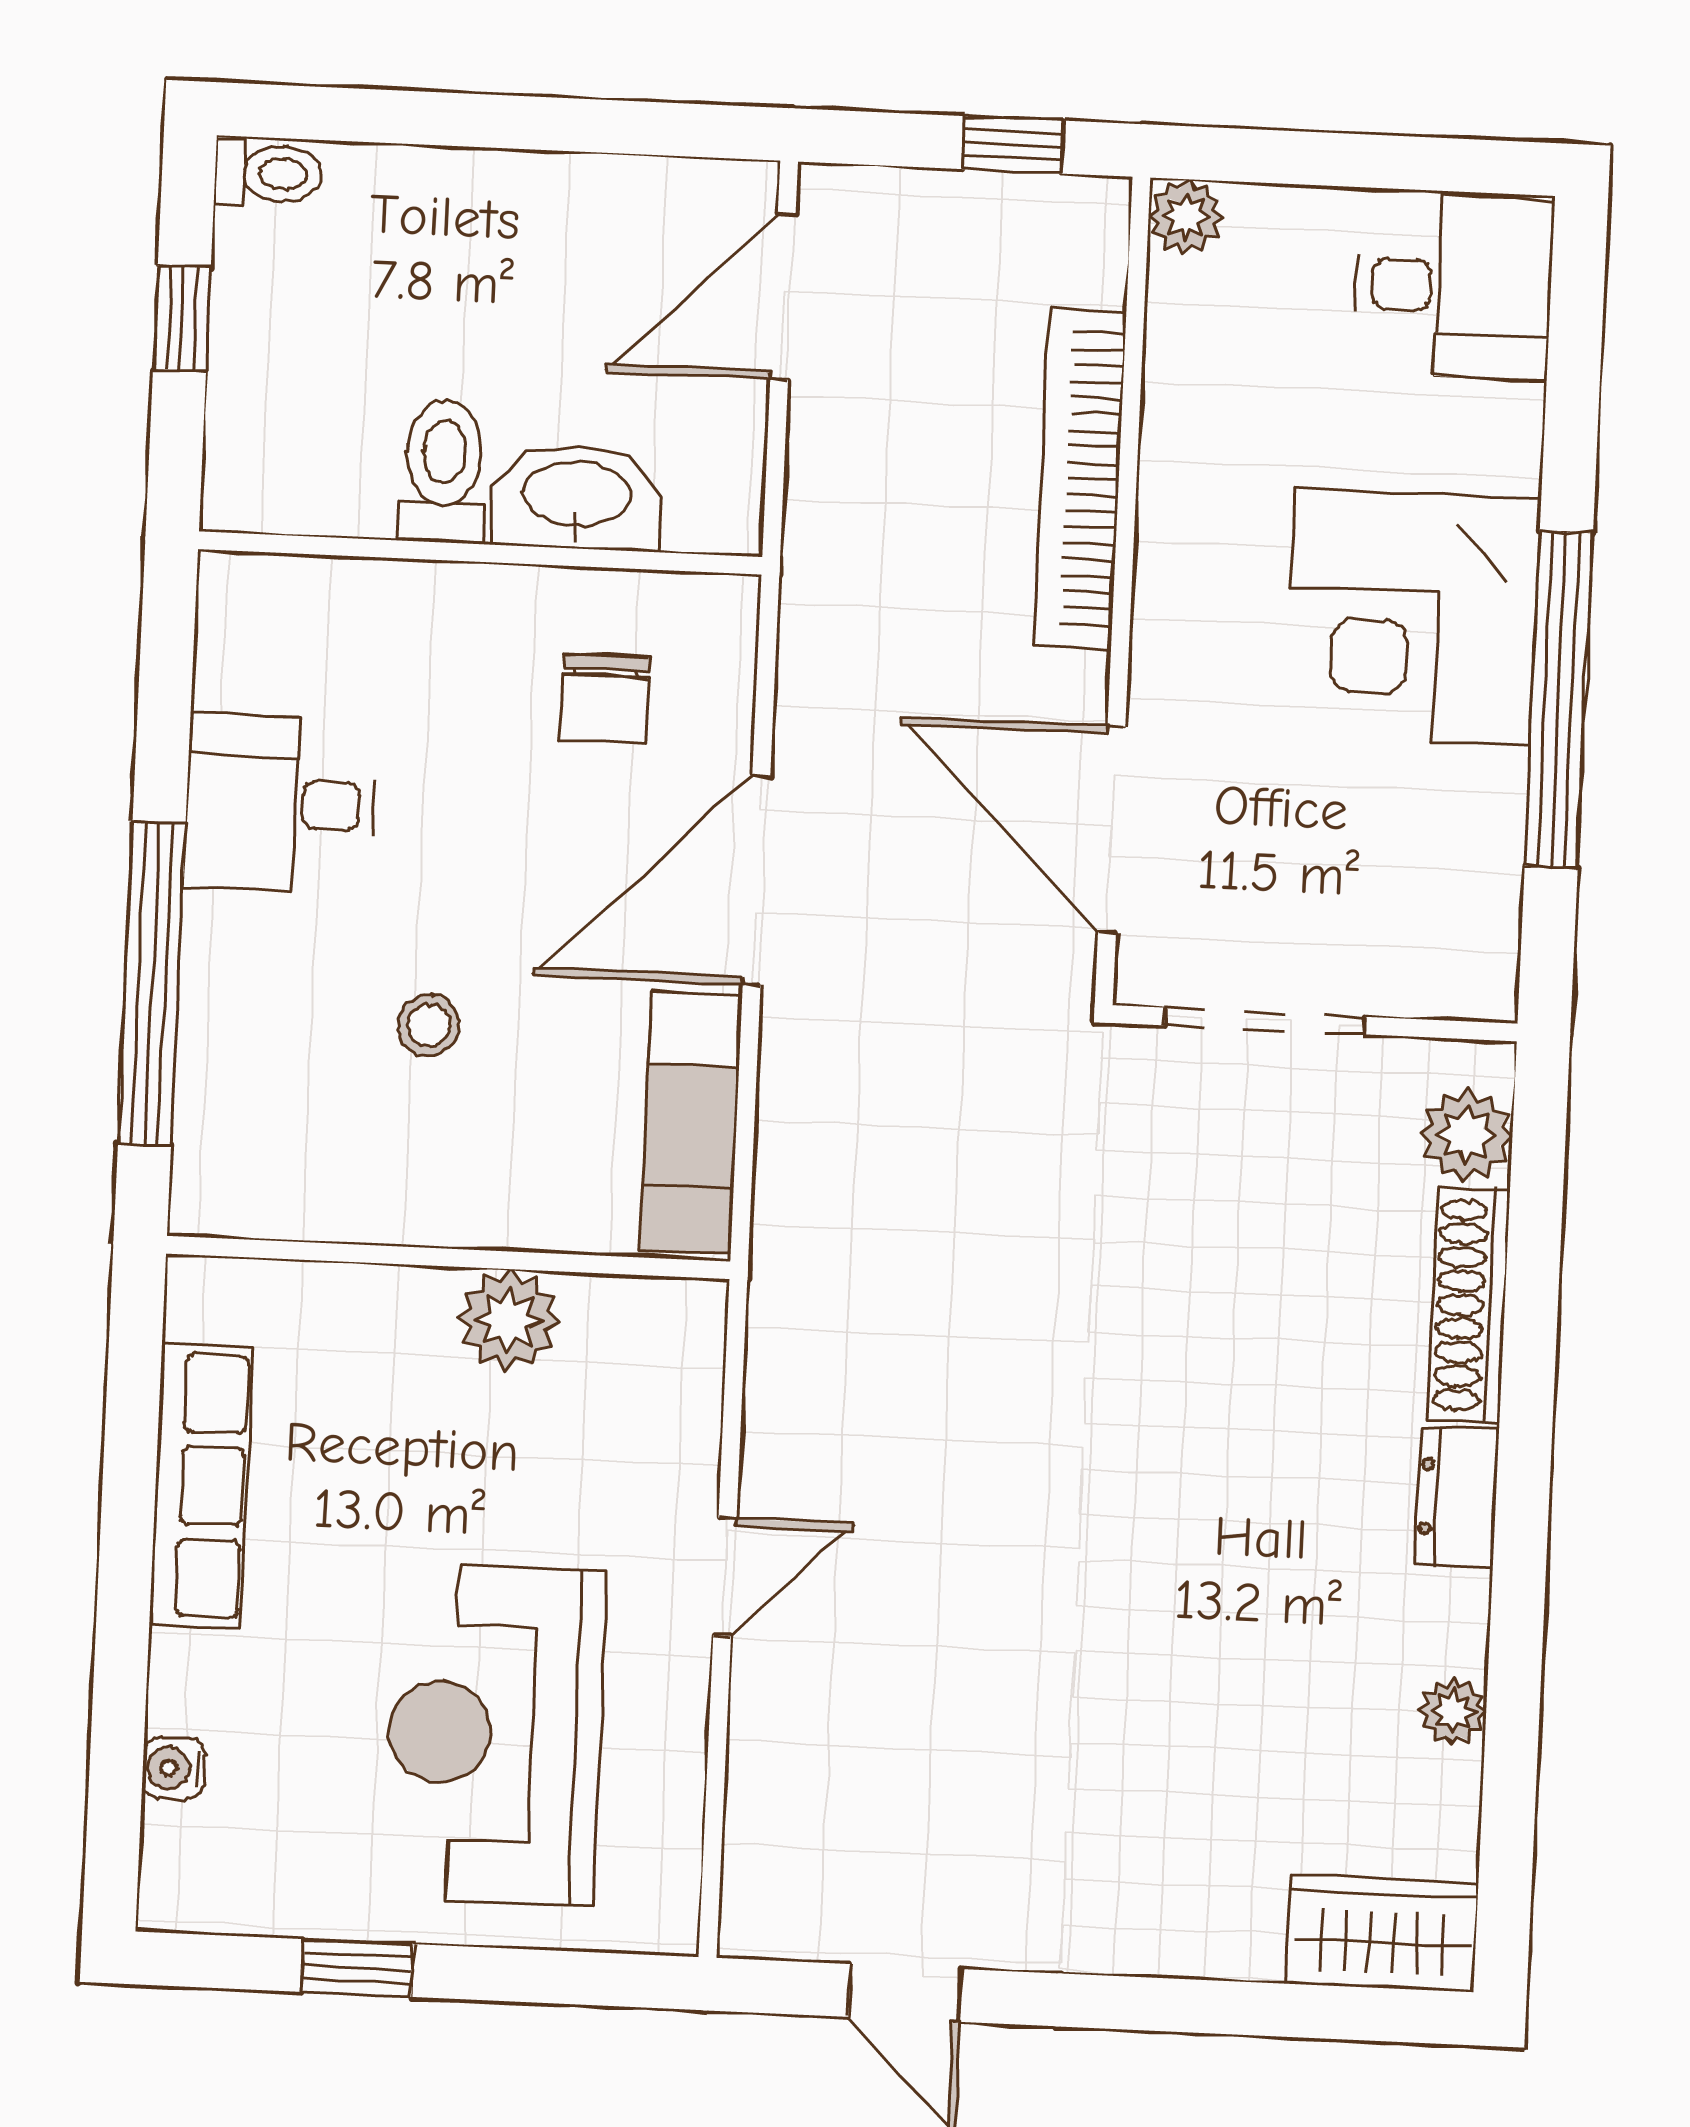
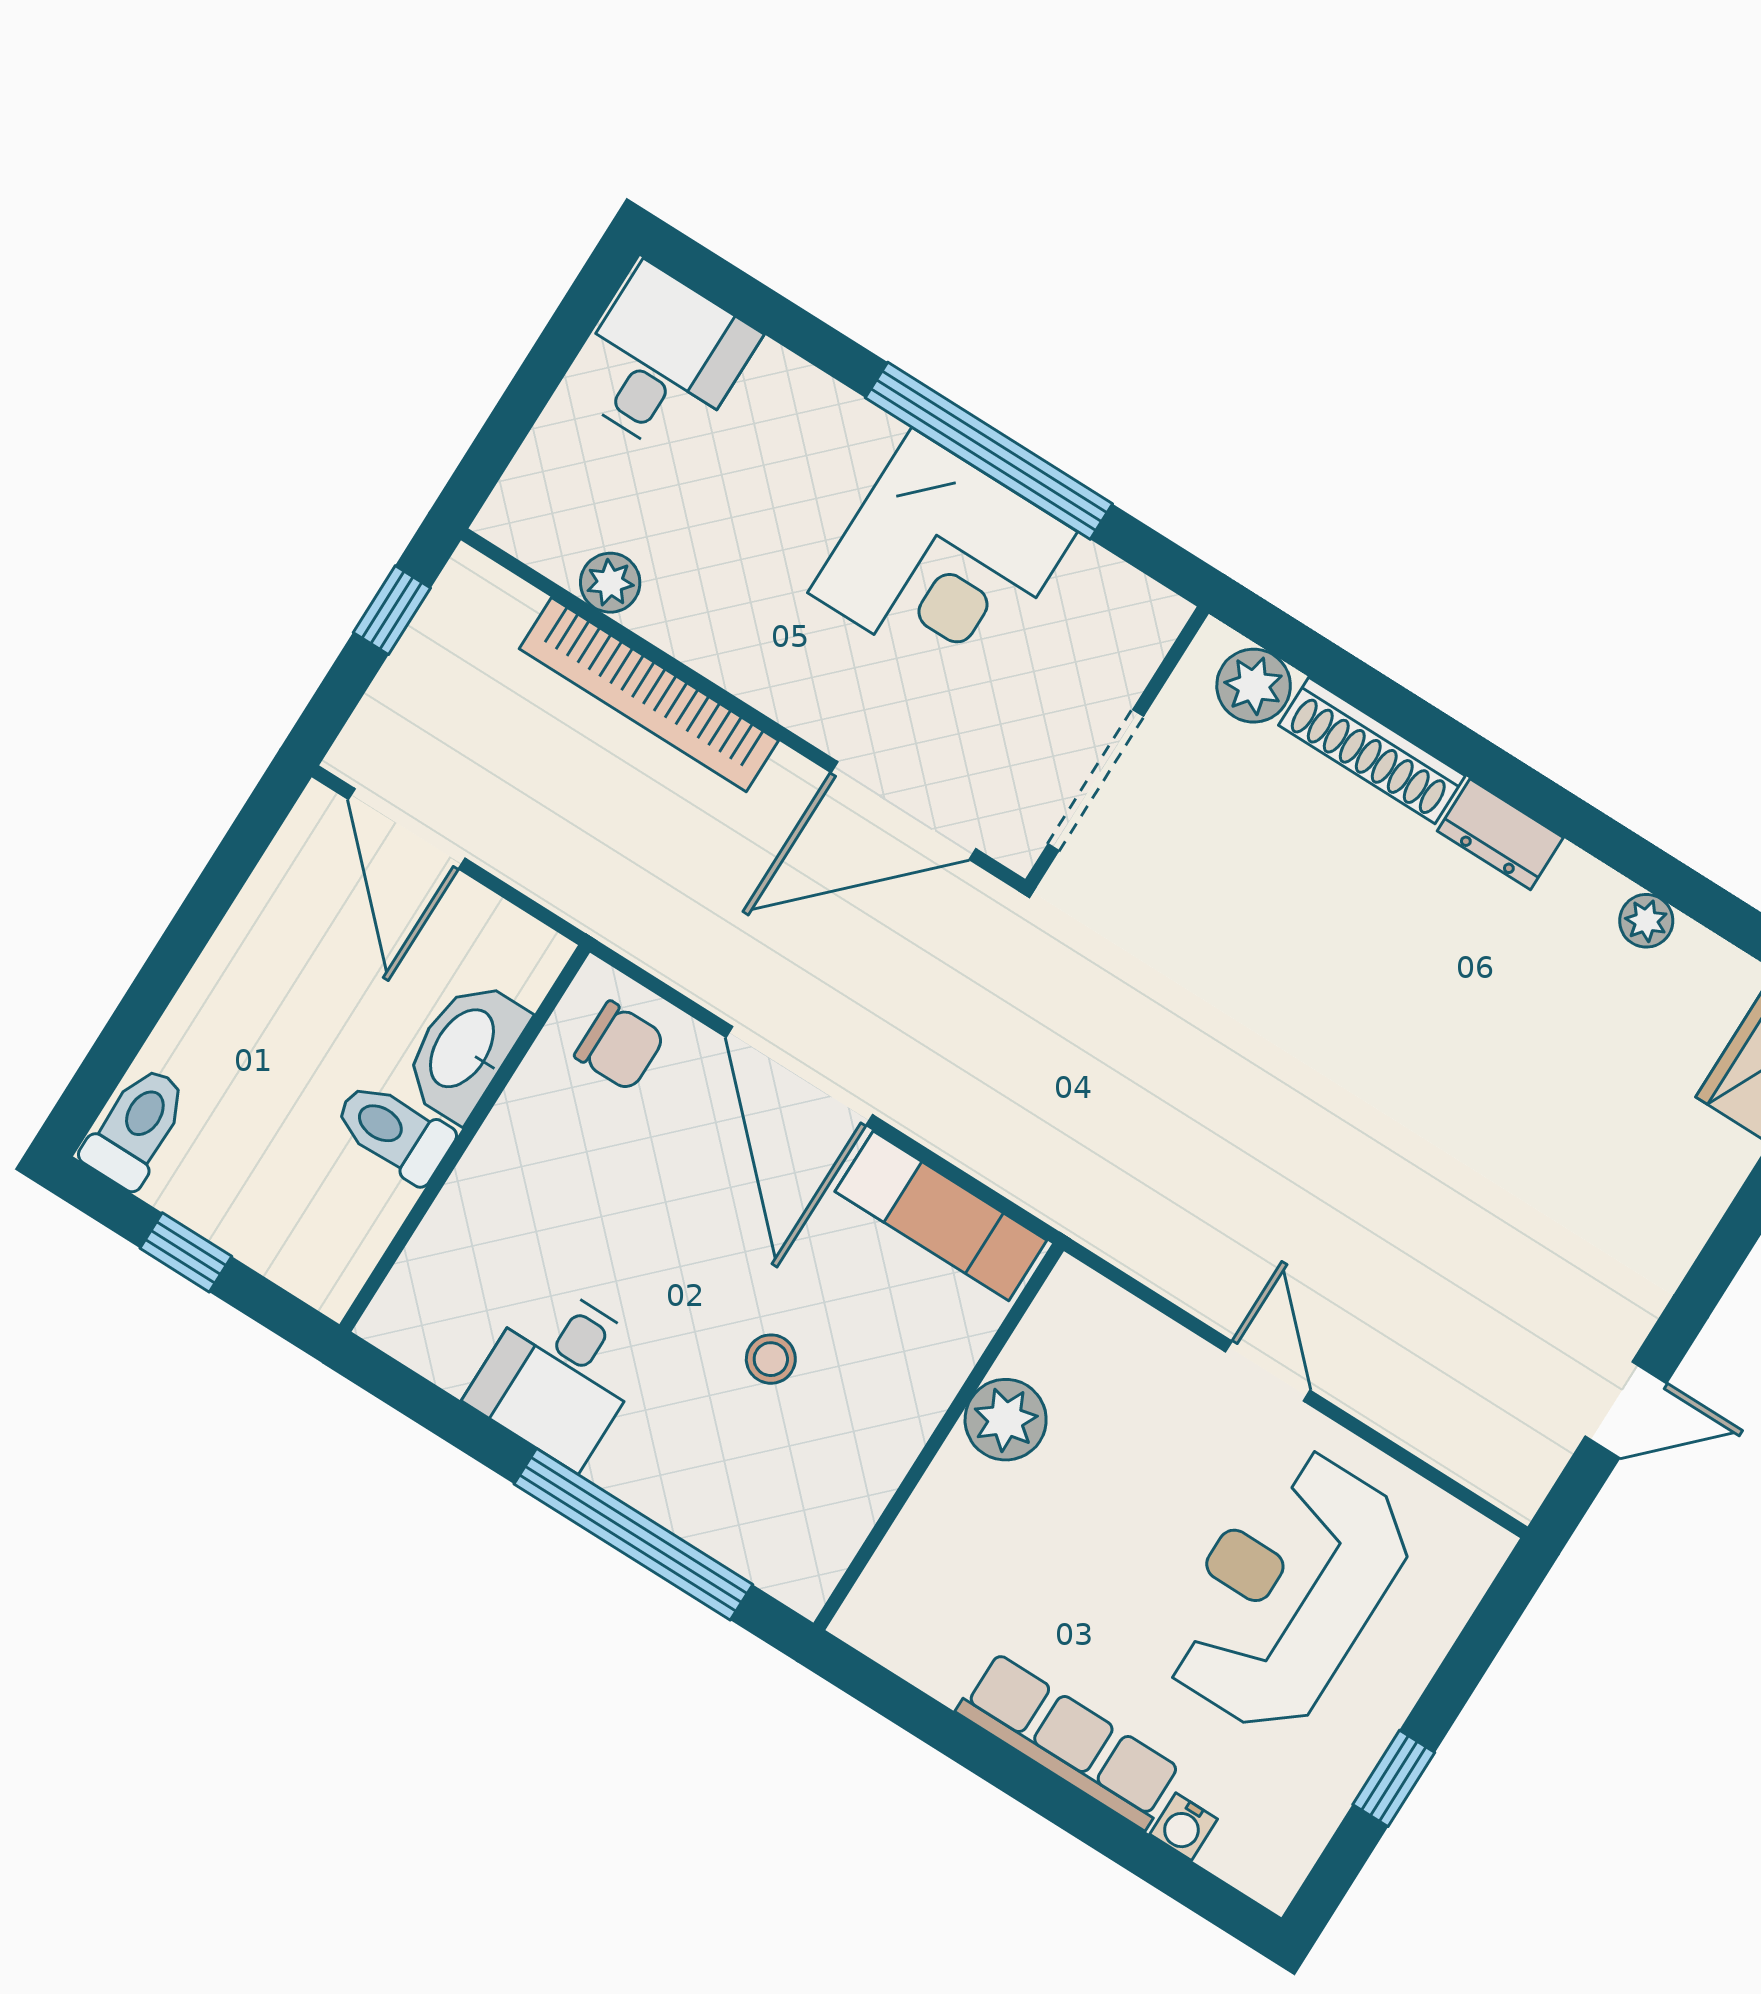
toilet: (268, 173) -> (136, 1127), width x1.37, depth x1.39
plant: (1186, 216) -> (610, 583), moved
corner desk: (1413, 616) -> (943, 562), moved
chair: (605, 698) -> (620, 1046), moved
row of seats: (201, 1486) -> (1069, 1741), moved
reception desk: (495, 1734) -> (1286, 1591), turned 90

